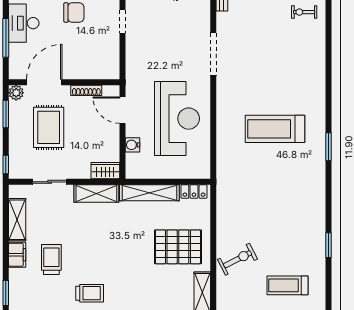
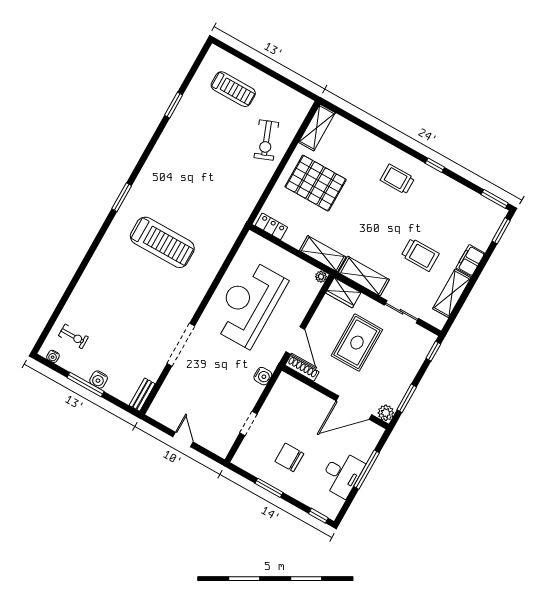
shoe rack: (86, 90) -> (302, 368), moved
rug: (49, 127) -> (357, 343), moved
water cooler: (133, 145) -> (263, 376), moved
plant: (131, 174) -> (321, 277), added
shelving: (149, 193) -> (323, 254), width x0.68
trolley: (51, 259) -> (420, 255), moved, turned -90
exercise bike: (237, 259) -> (266, 140), turned -84
trolley: (90, 293) -> (397, 179), moved

